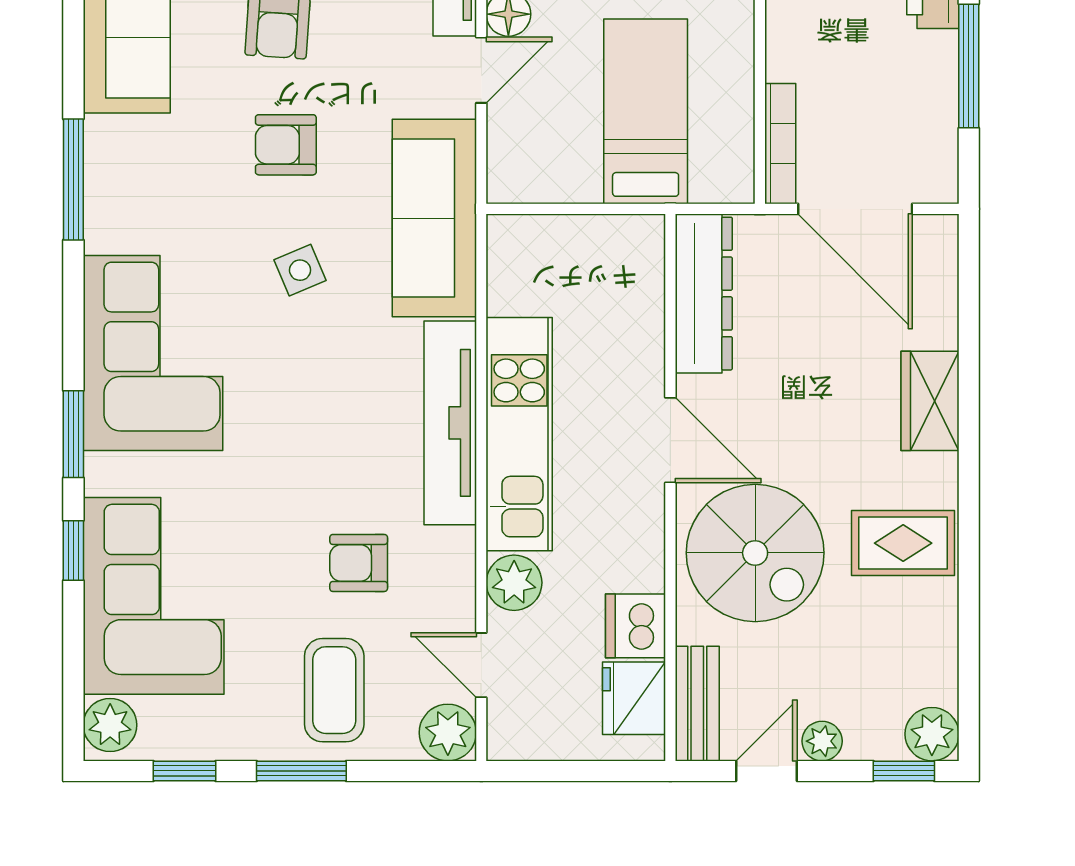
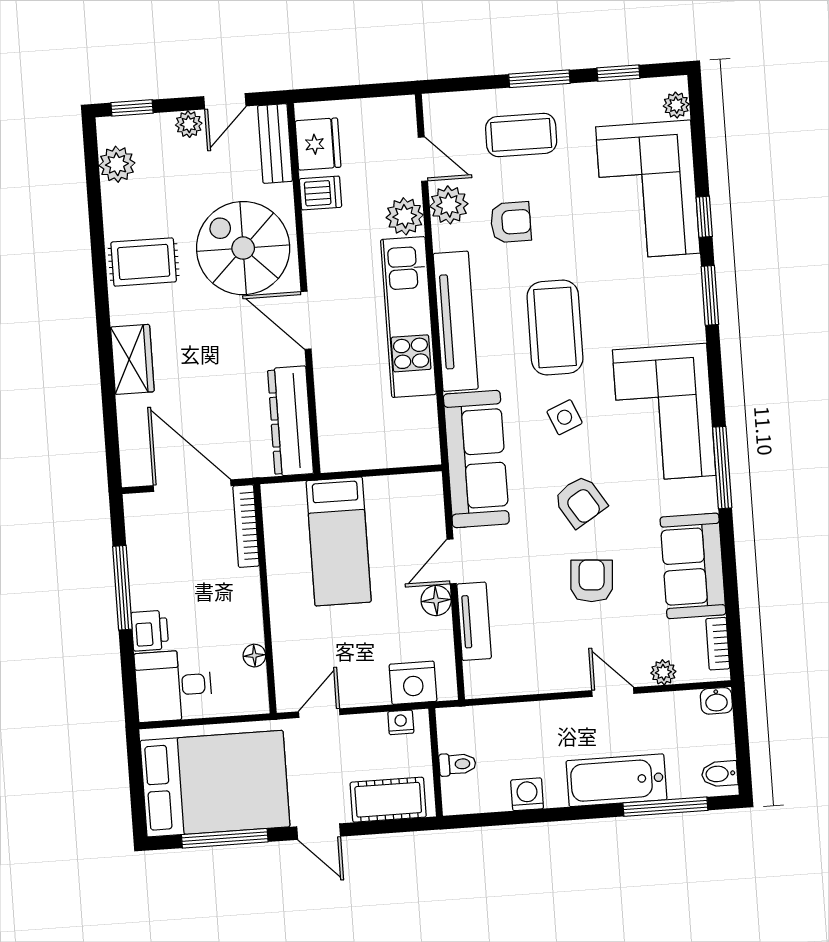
armchair: (286, 145) -> (580, 501), turned 58
corner sofa: (153, 353) -> (664, 413), moved
coffee table: (305, 403) -> (555, 328), added
dishwasher: (635, 626) -> (320, 193), width x0.73
coffee table: (334, 690) -> (521, 135), turned 90
plant: (110, 725) -> (676, 105), width x0.73, depth x0.73
plant: (448, 733) -> (449, 205), moved
plant: (932, 734) -> (117, 164), moved

